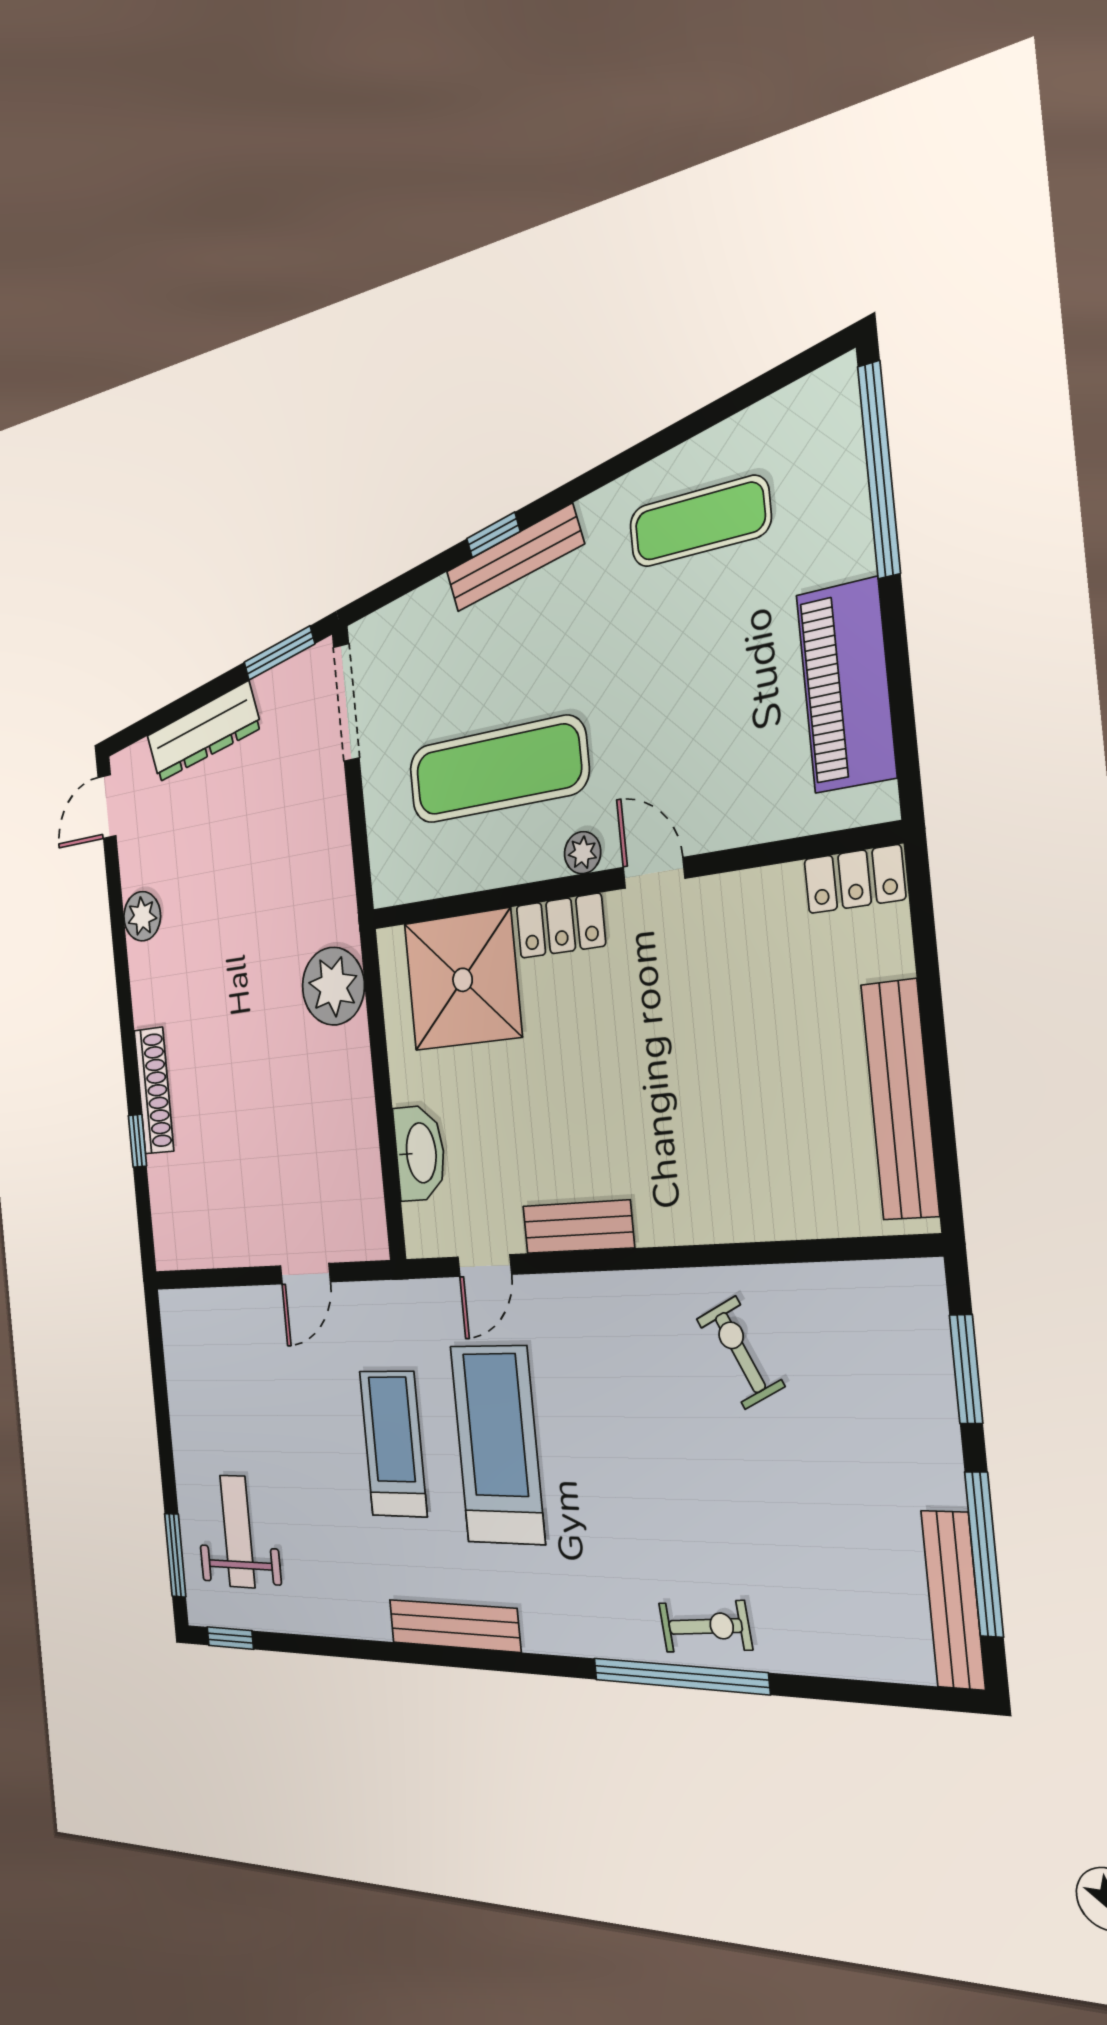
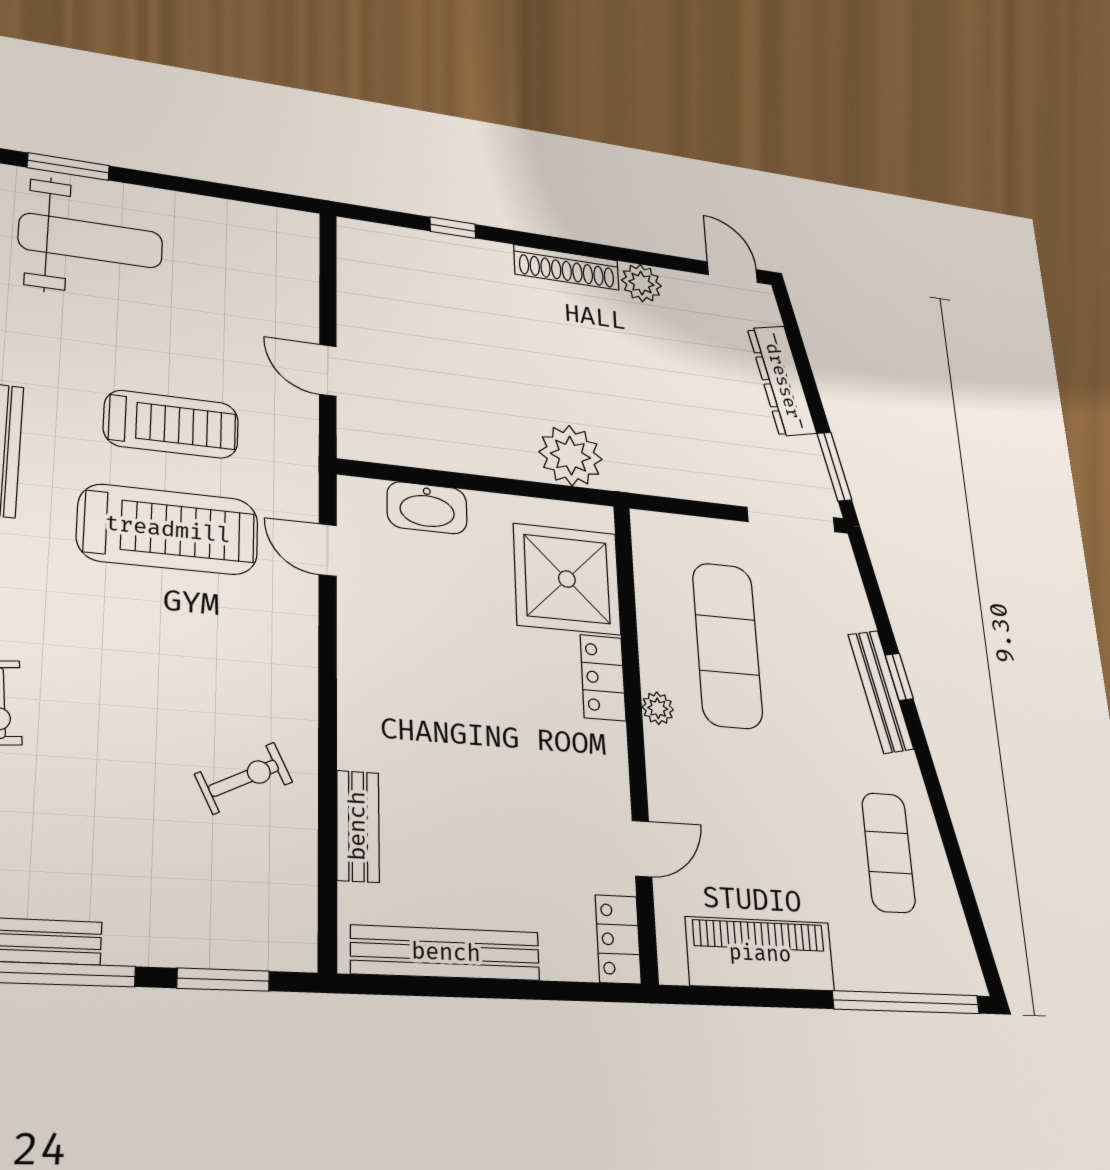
door: (654, 873) -> (642, 849), moved
shoe rack: (154, 1091) -> (567, 267), moved
bench: (578, 1227) -> (358, 826), moved
weight bench: (237, 1531) -> (91, 241), width x1.36, depth x1.33

